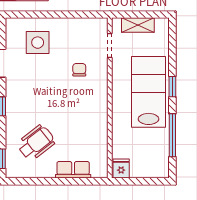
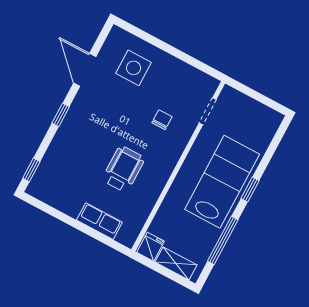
shelving: (138, 25) -> (176, 263), moved
wheelchair: (36, 143) -> (123, 169), moved, turned -52

